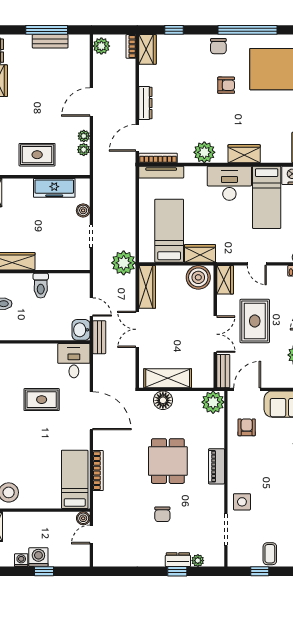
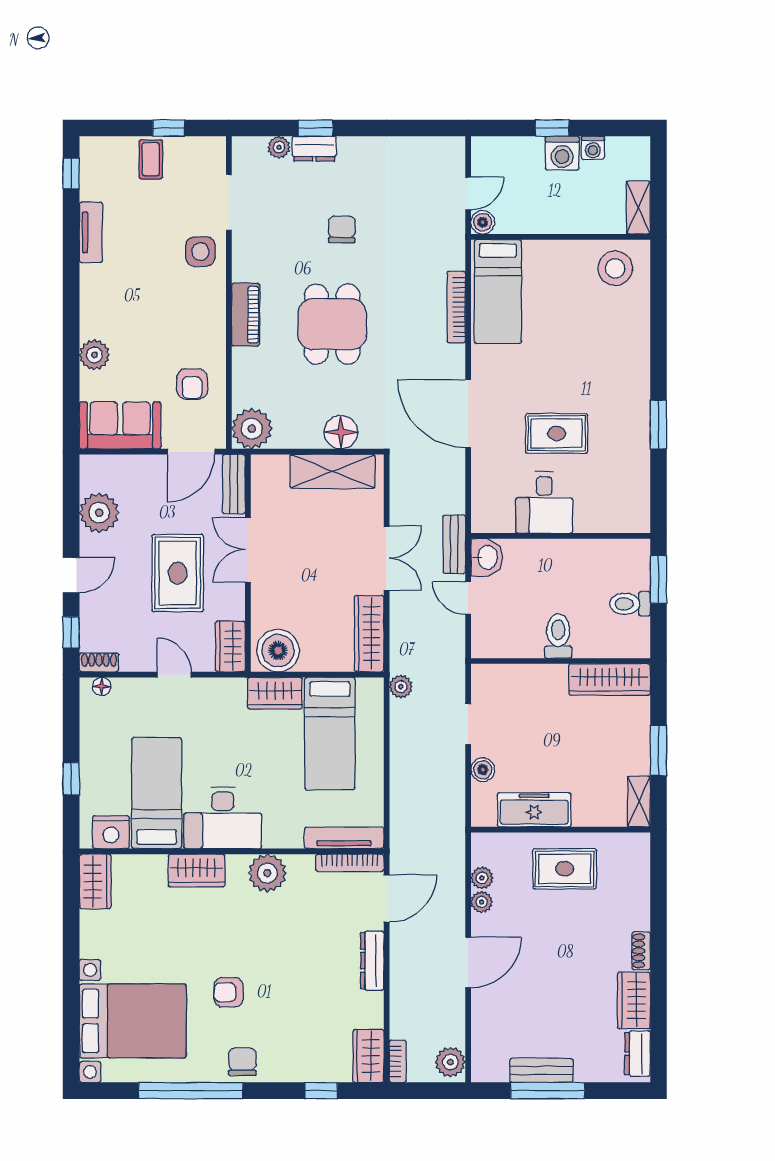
plant: (124, 263) -> (401, 687), width x0.53, depth x0.53
desk: (74, 361) -> (544, 503), moved

